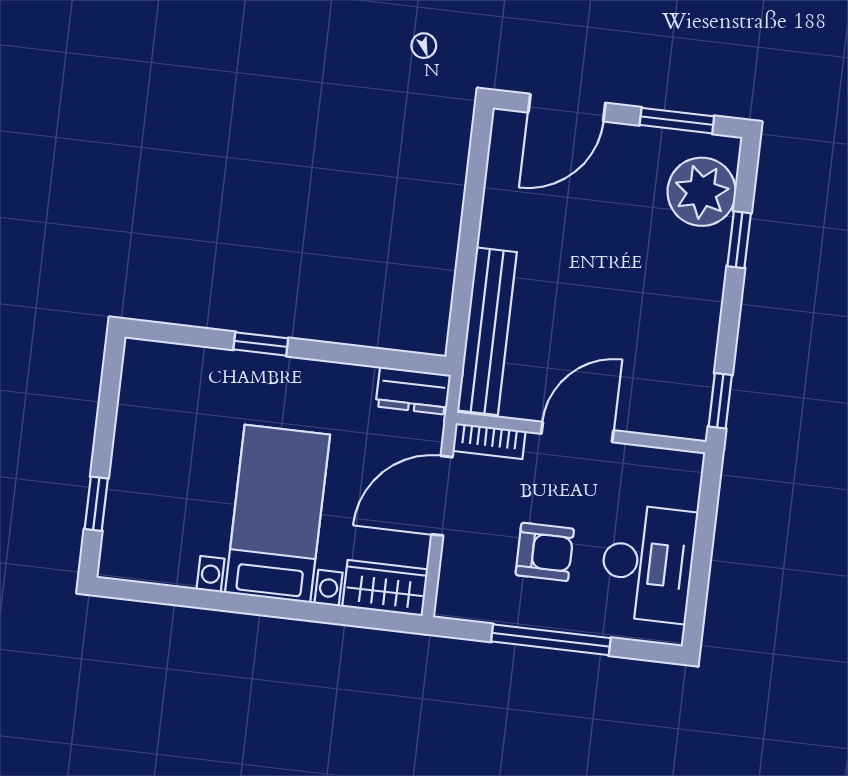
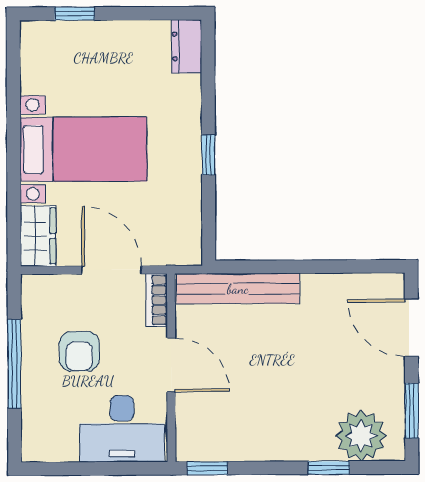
window: (261, 344) -> (208, 155), moved
dresser: (413, 391) -> (187, 46), moved
desk: (648, 563) -> (122, 429), moved

